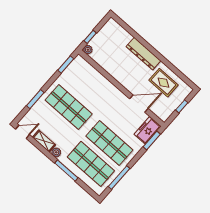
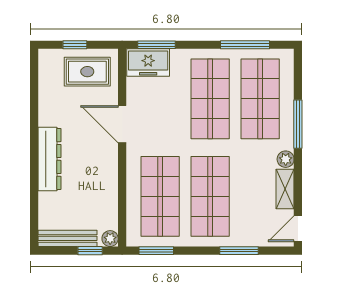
bench: (104, 32) -> (67, 238), added
rug: (163, 83) -> (87, 72), moved, turned 90
shop shelf: (87, 86) -> (160, 196), added
door: (139, 104) -> (122, 124), moved
door: (23, 132) -> (298, 229), hinge flipped

